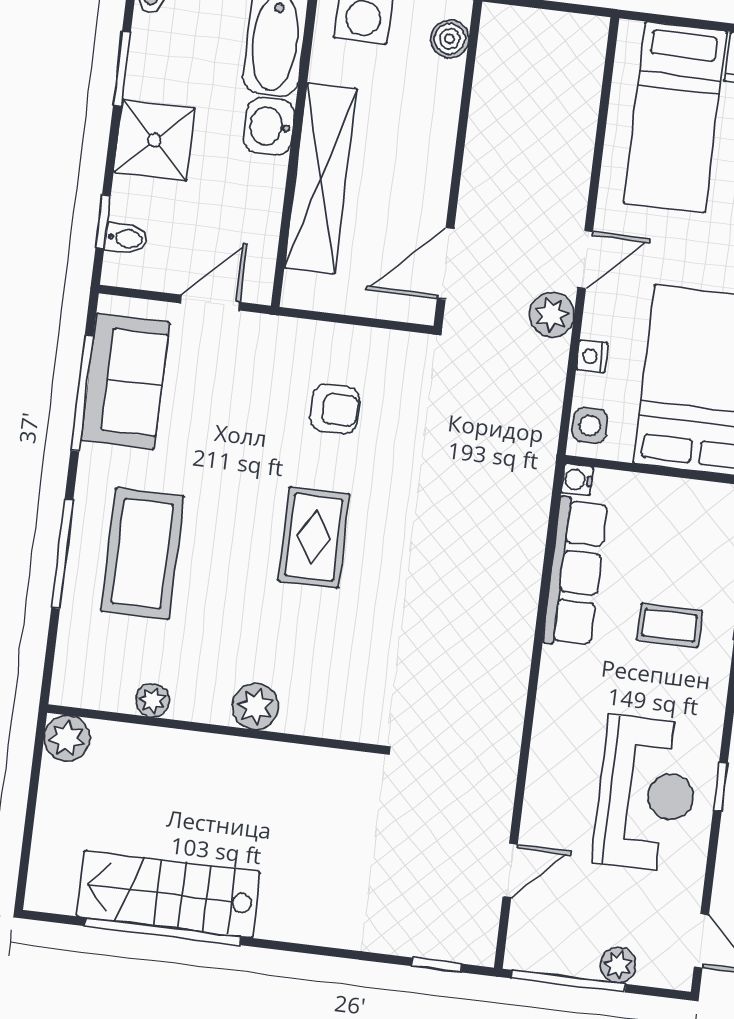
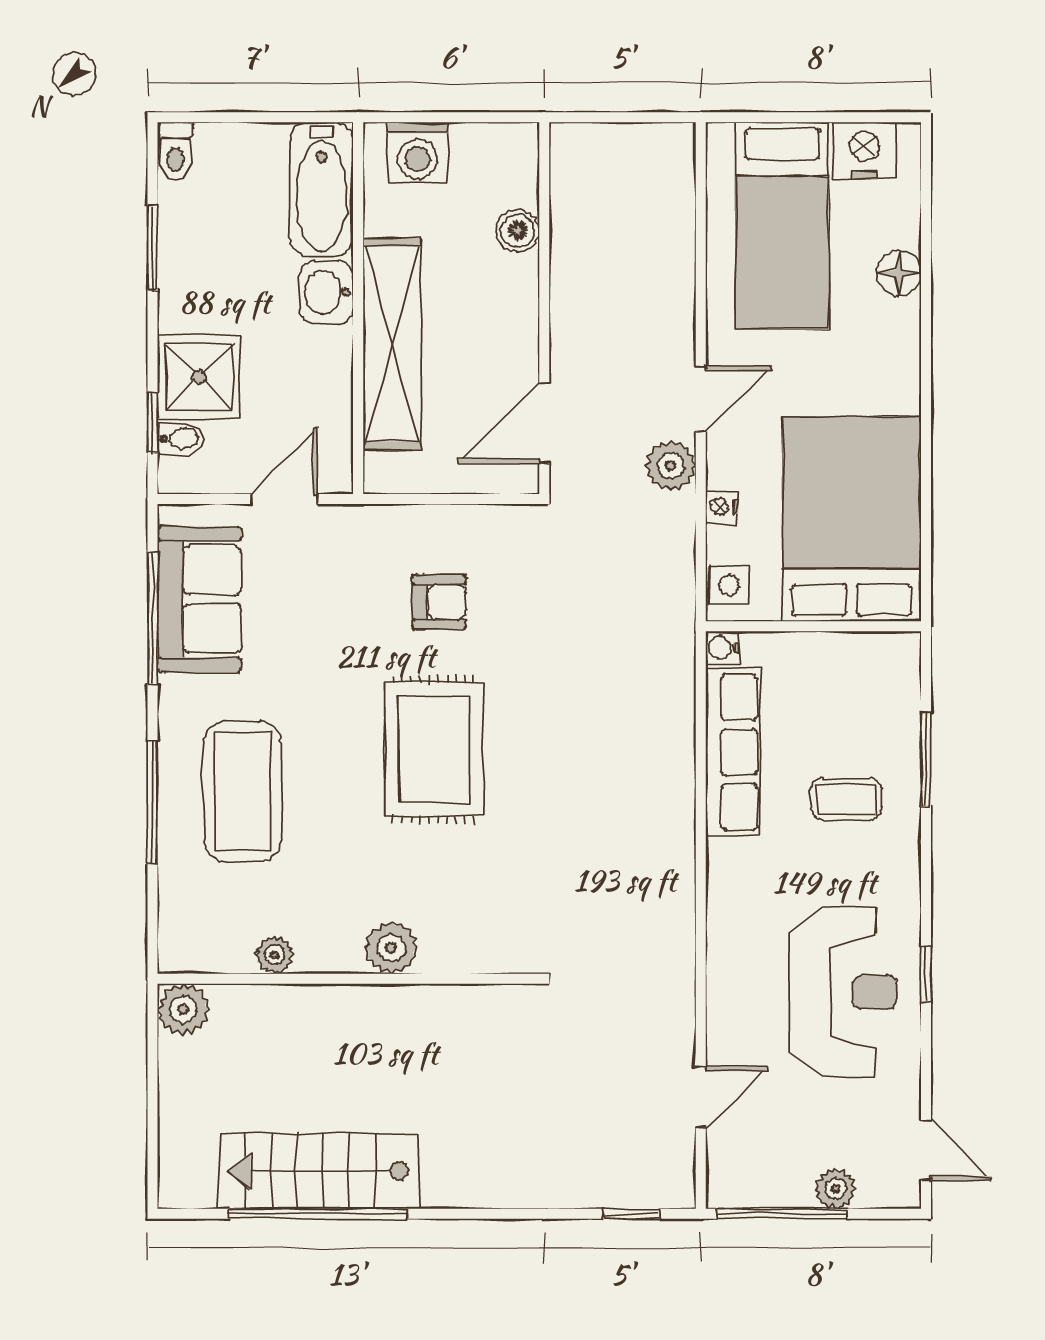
boiler: (450, 39) -> (518, 231), moved
shower: (154, 140) -> (199, 377), moved
rug: (314, 537) -> (434, 749), width x1.36, depth x1.43

